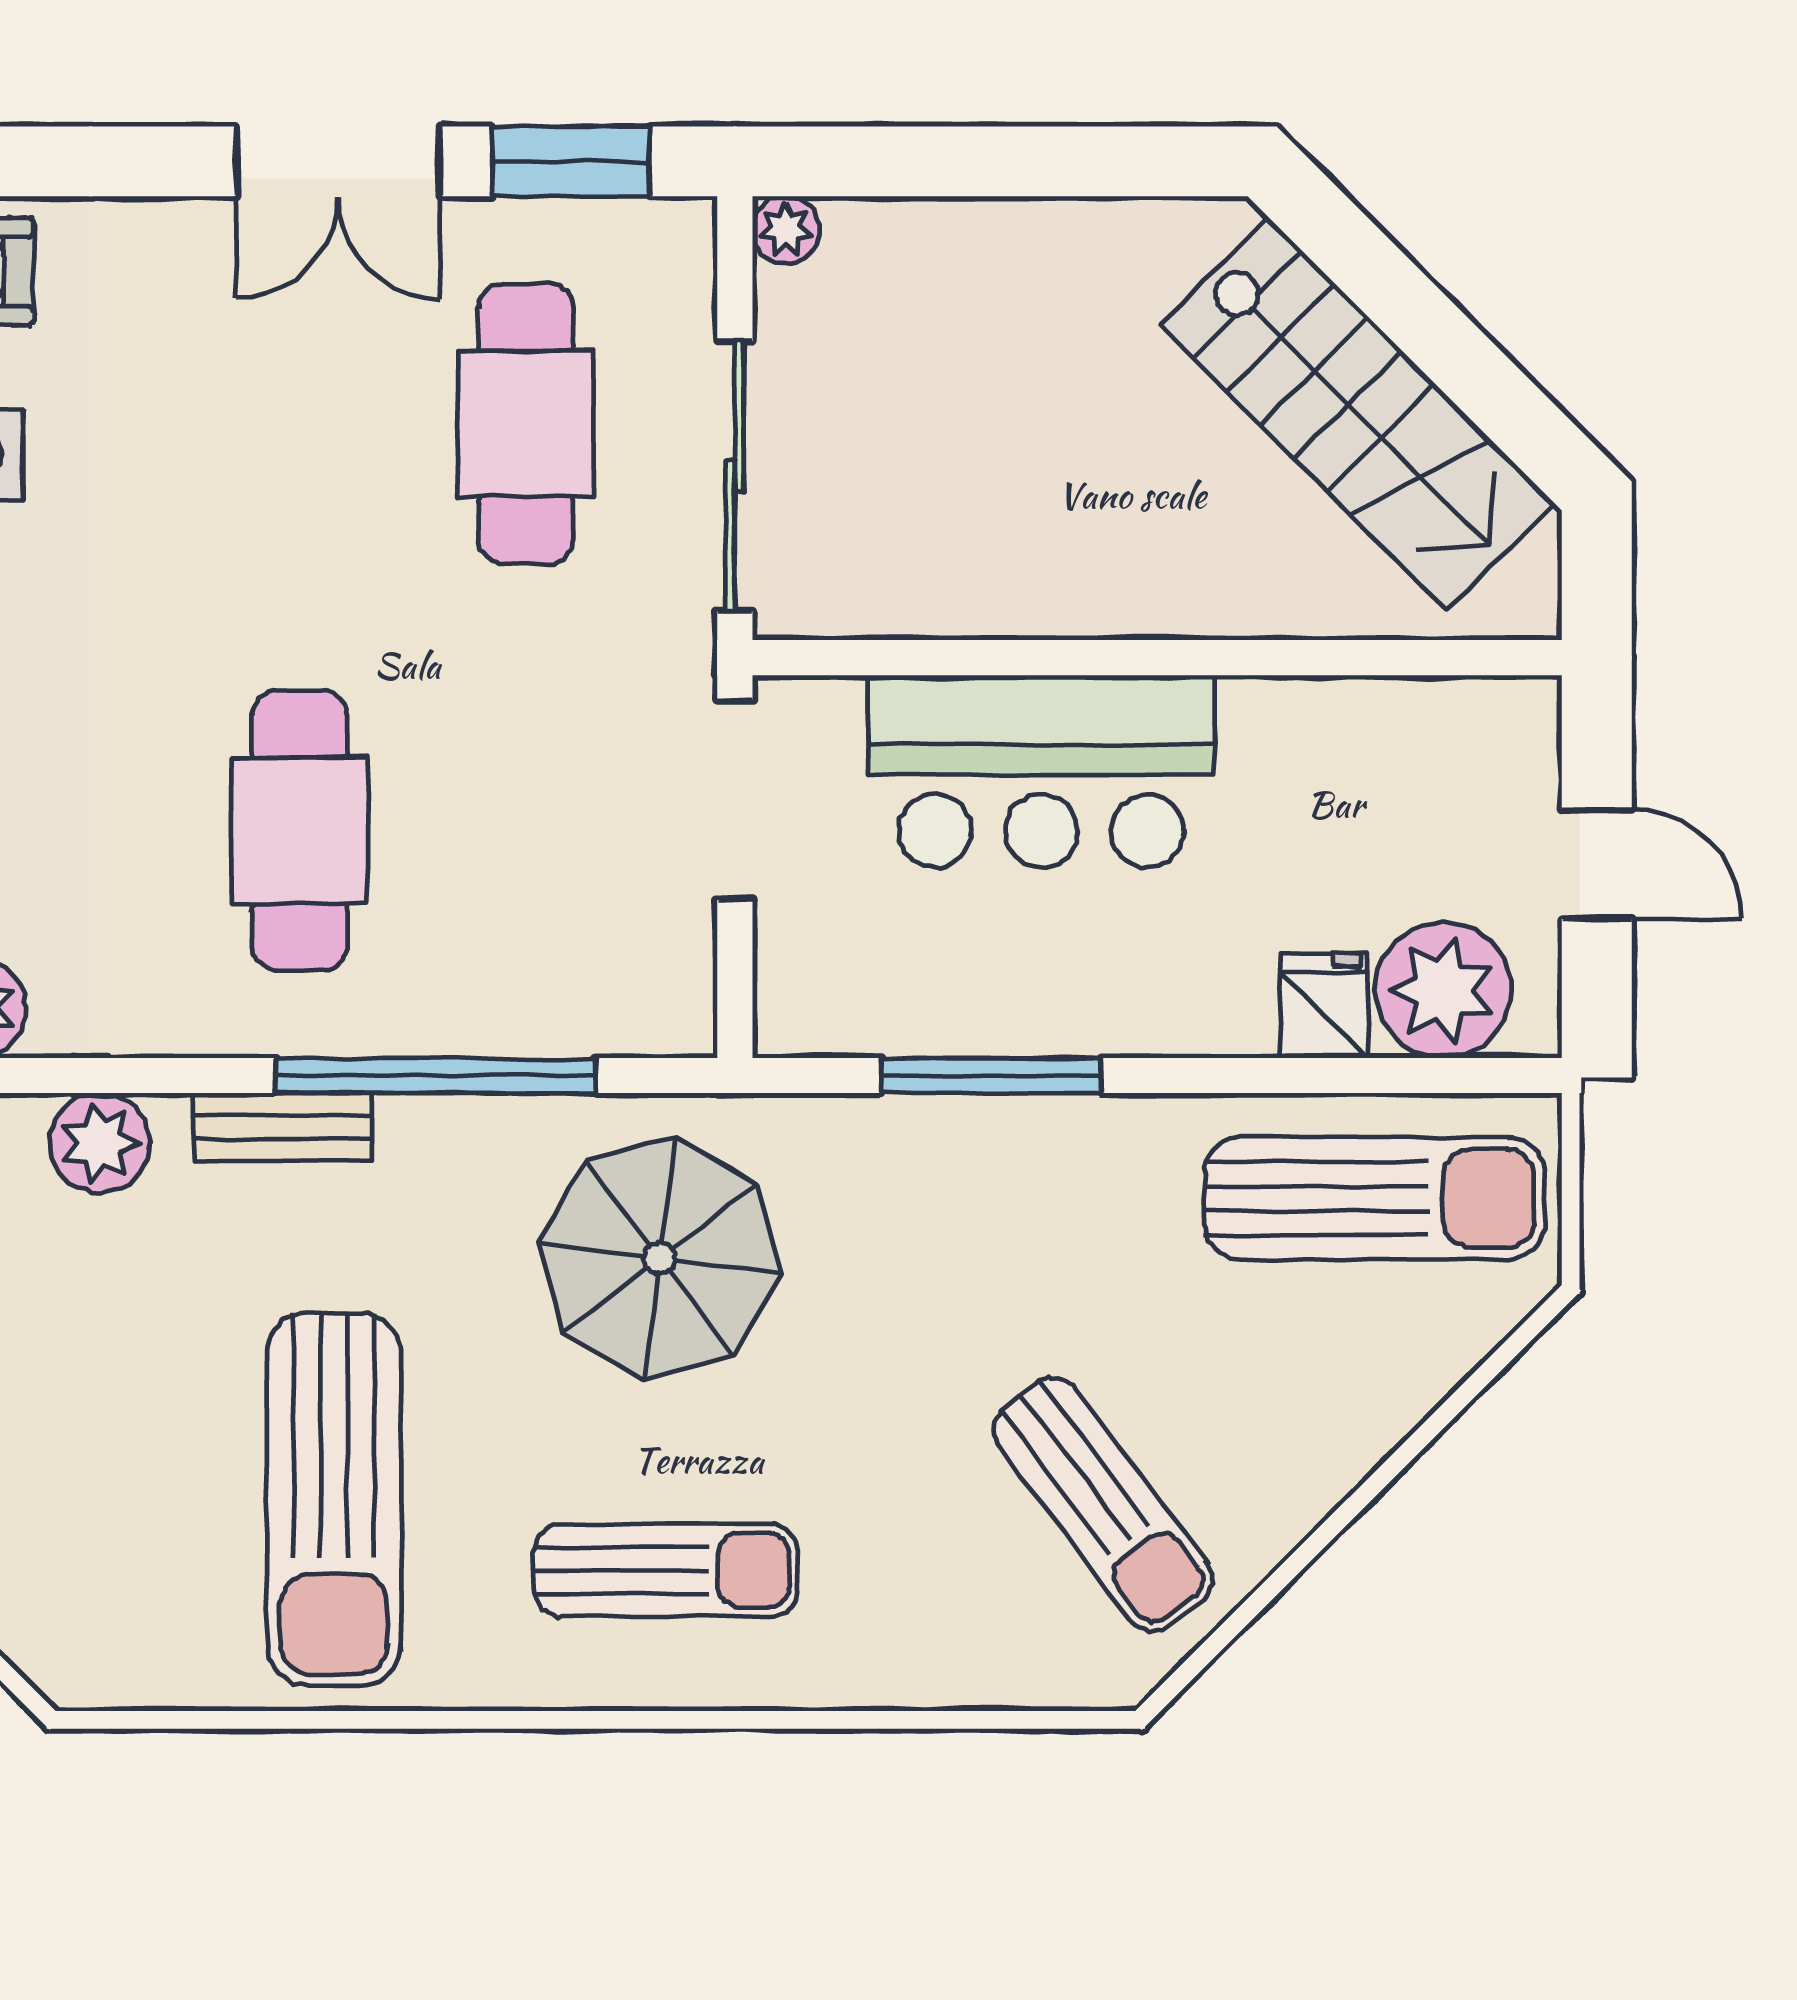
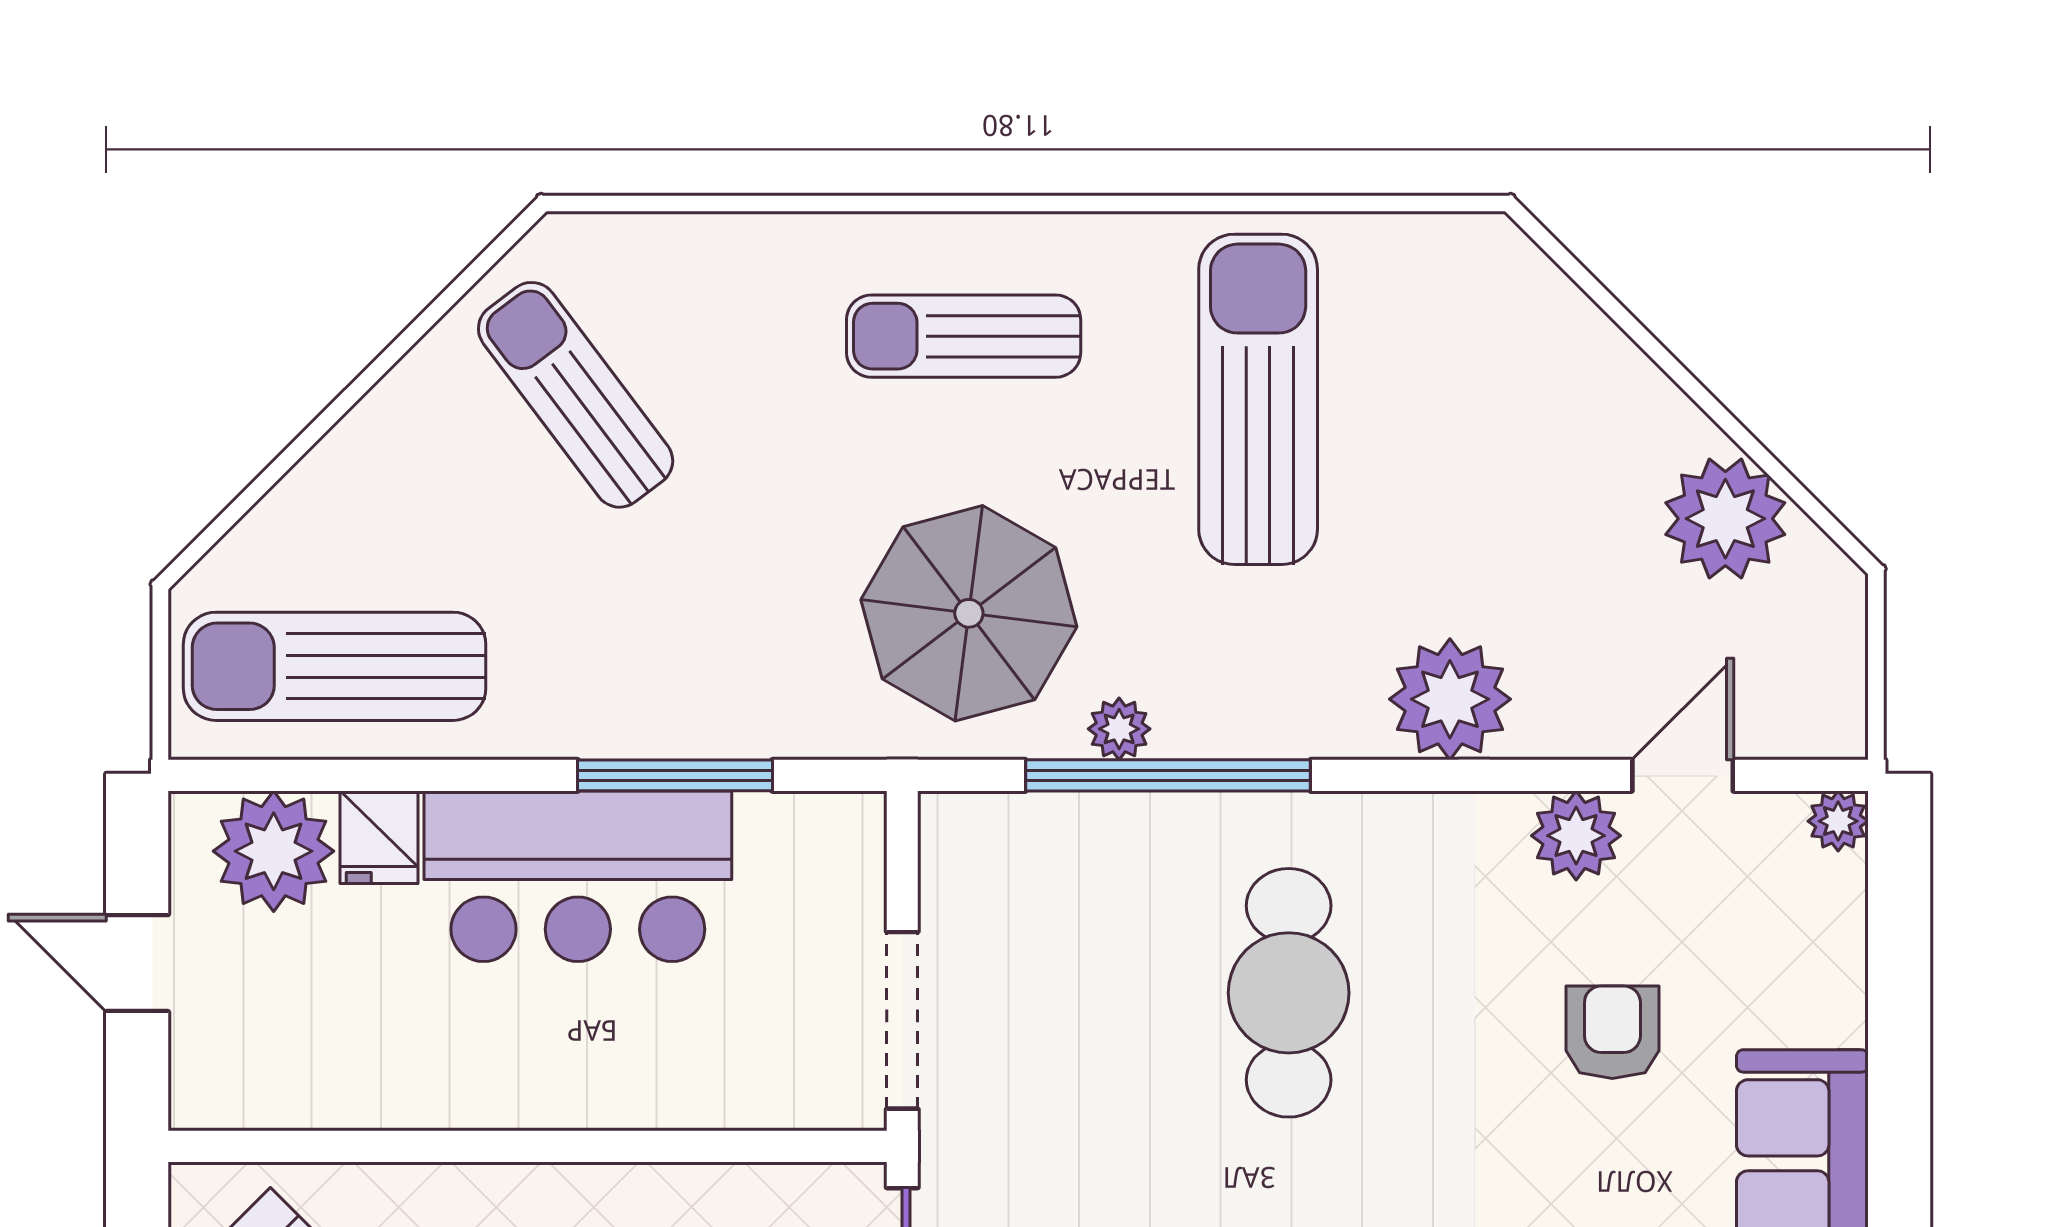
bar counter: (1041, 771) -> (578, 876), moved, turned 180
bench: (283, 1127) -> (1304, 730), removed
plant: (491, 1128) -> (1119, 729), added
plant: (100, 1143) -> (1450, 699), width x1.36, depth x1.36

